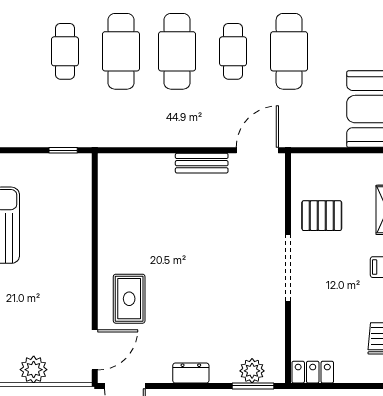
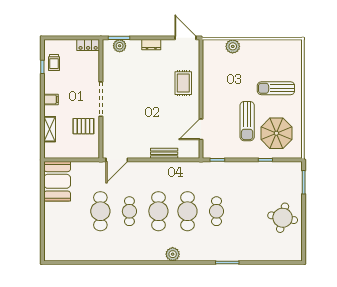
bench: (202, 163) -> (164, 153), moved
door: (95, 350) -> (201, 129), moved

